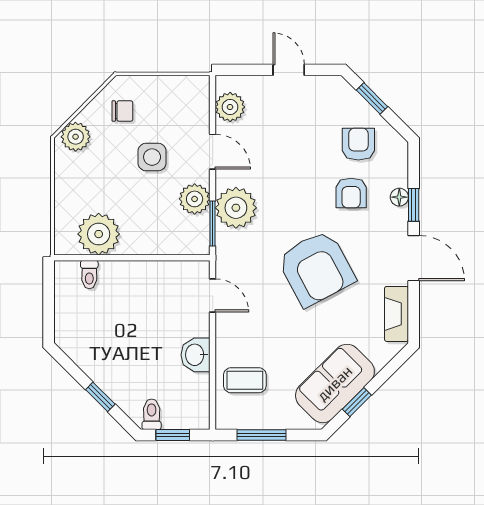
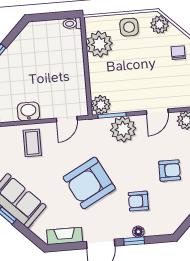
chair: (122, 111) -> (178, 53), turned 180
armchair: (358, 144) -> (170, 170), moved
side table: (152, 157) -> (129, 27), moved
plant: (195, 199) -> (101, 105), moved
toilet: (89, 275) -> (72, 24), moved
coffee table: (245, 380) -> (32, 143), moved

